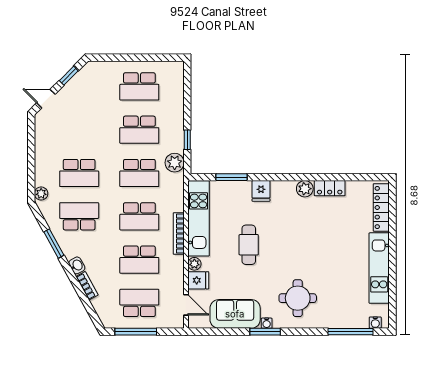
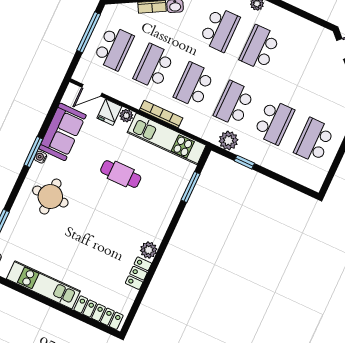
school desk: (139, 130) -> (274, 122), turned 180
fridge: (261, 191) -> (165, 208), removed

